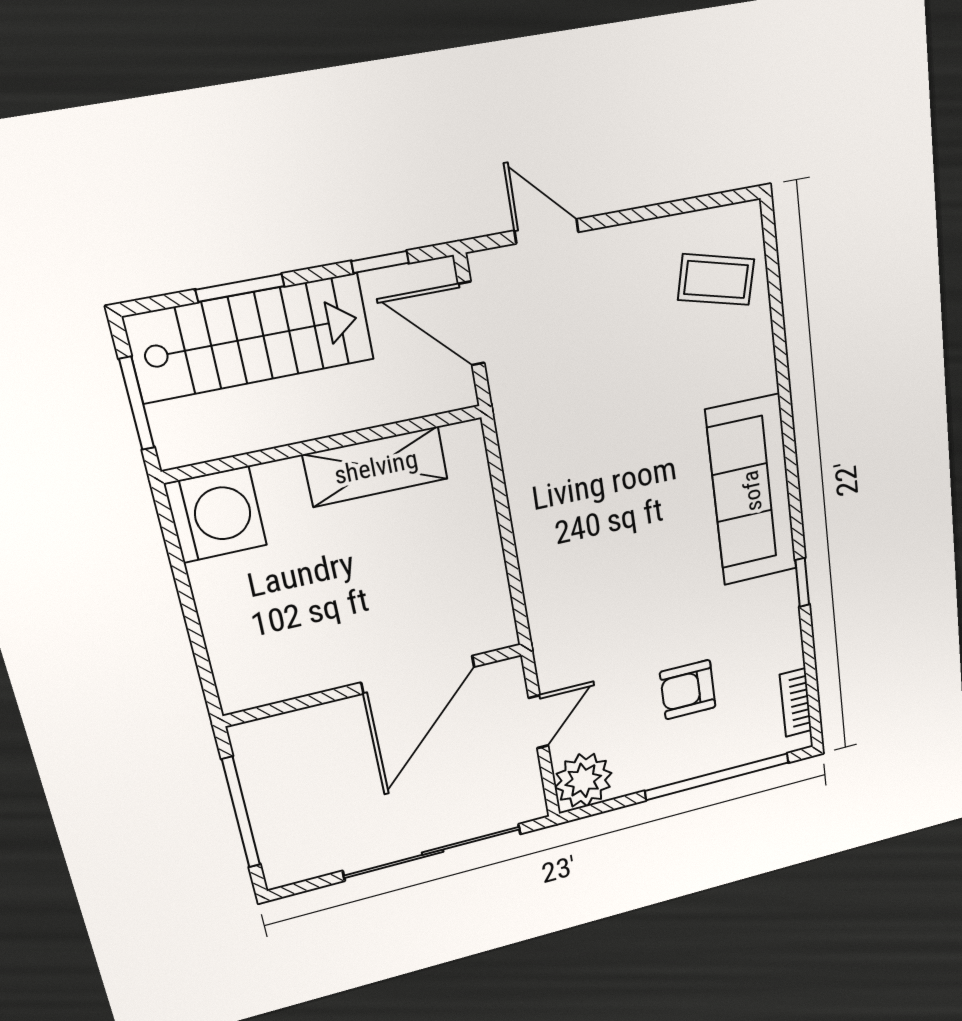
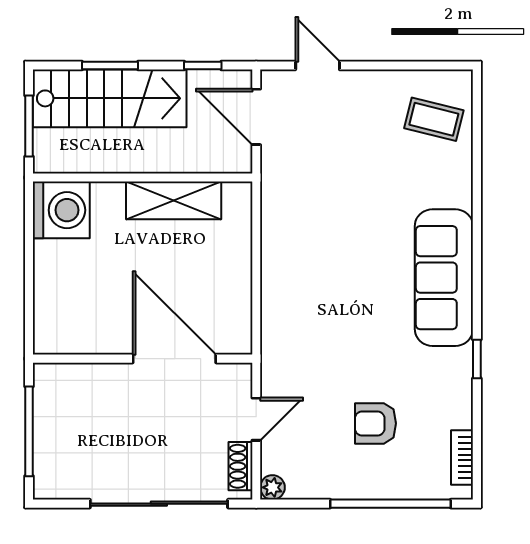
door: (418, 675) -> (174, 359), swing flipped
plant: (583, 780) -> (272, 487), width x0.53, depth x0.53
shoe rack: (528, 782) -> (240, 466), added

